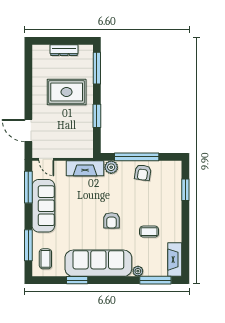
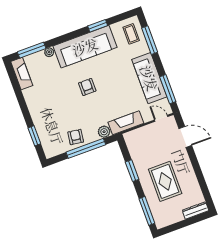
dresser: (64, 50) -> (195, 210), moved
rug: (67, 92) -> (165, 181), turned 90
coffee table: (149, 232) -> (52, 89), removed

